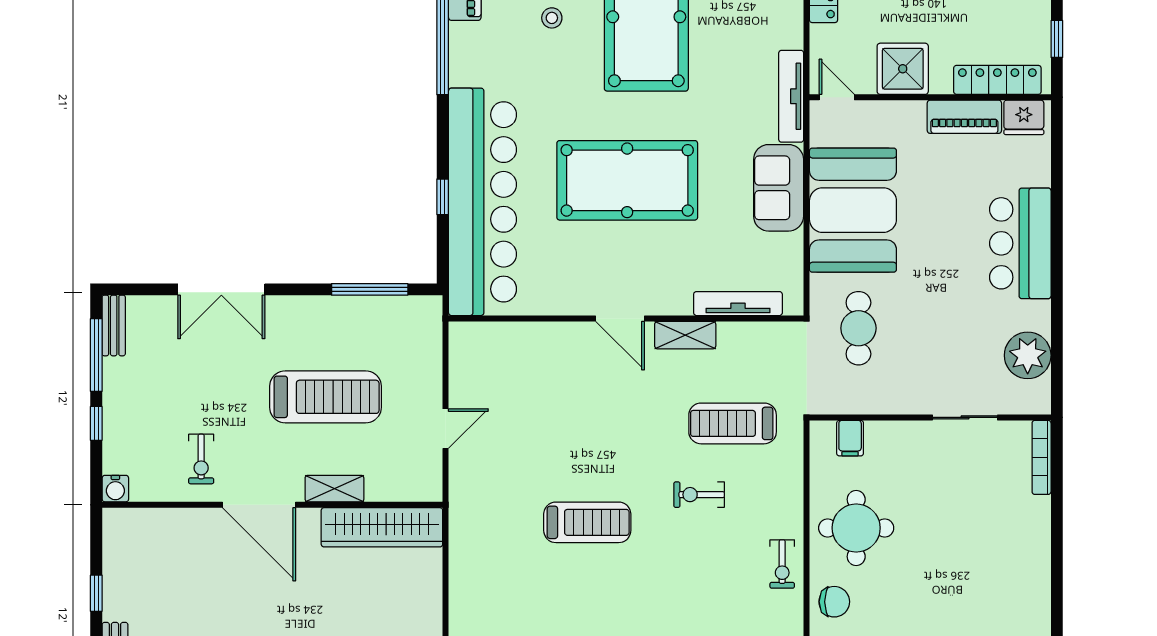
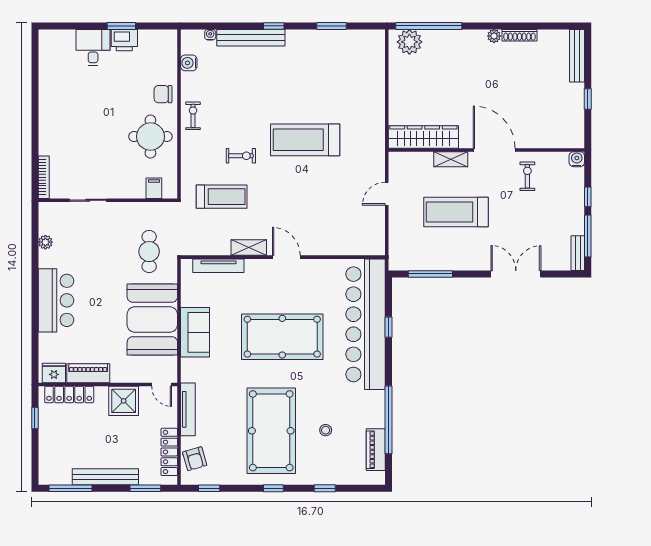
tv unit: (791, 96) -> (188, 409), moved
plant: (1028, 355) -> (45, 242), width x0.53, depth x0.53
treadmill: (587, 522) -> (305, 140), width x1.37, depth x1.38

